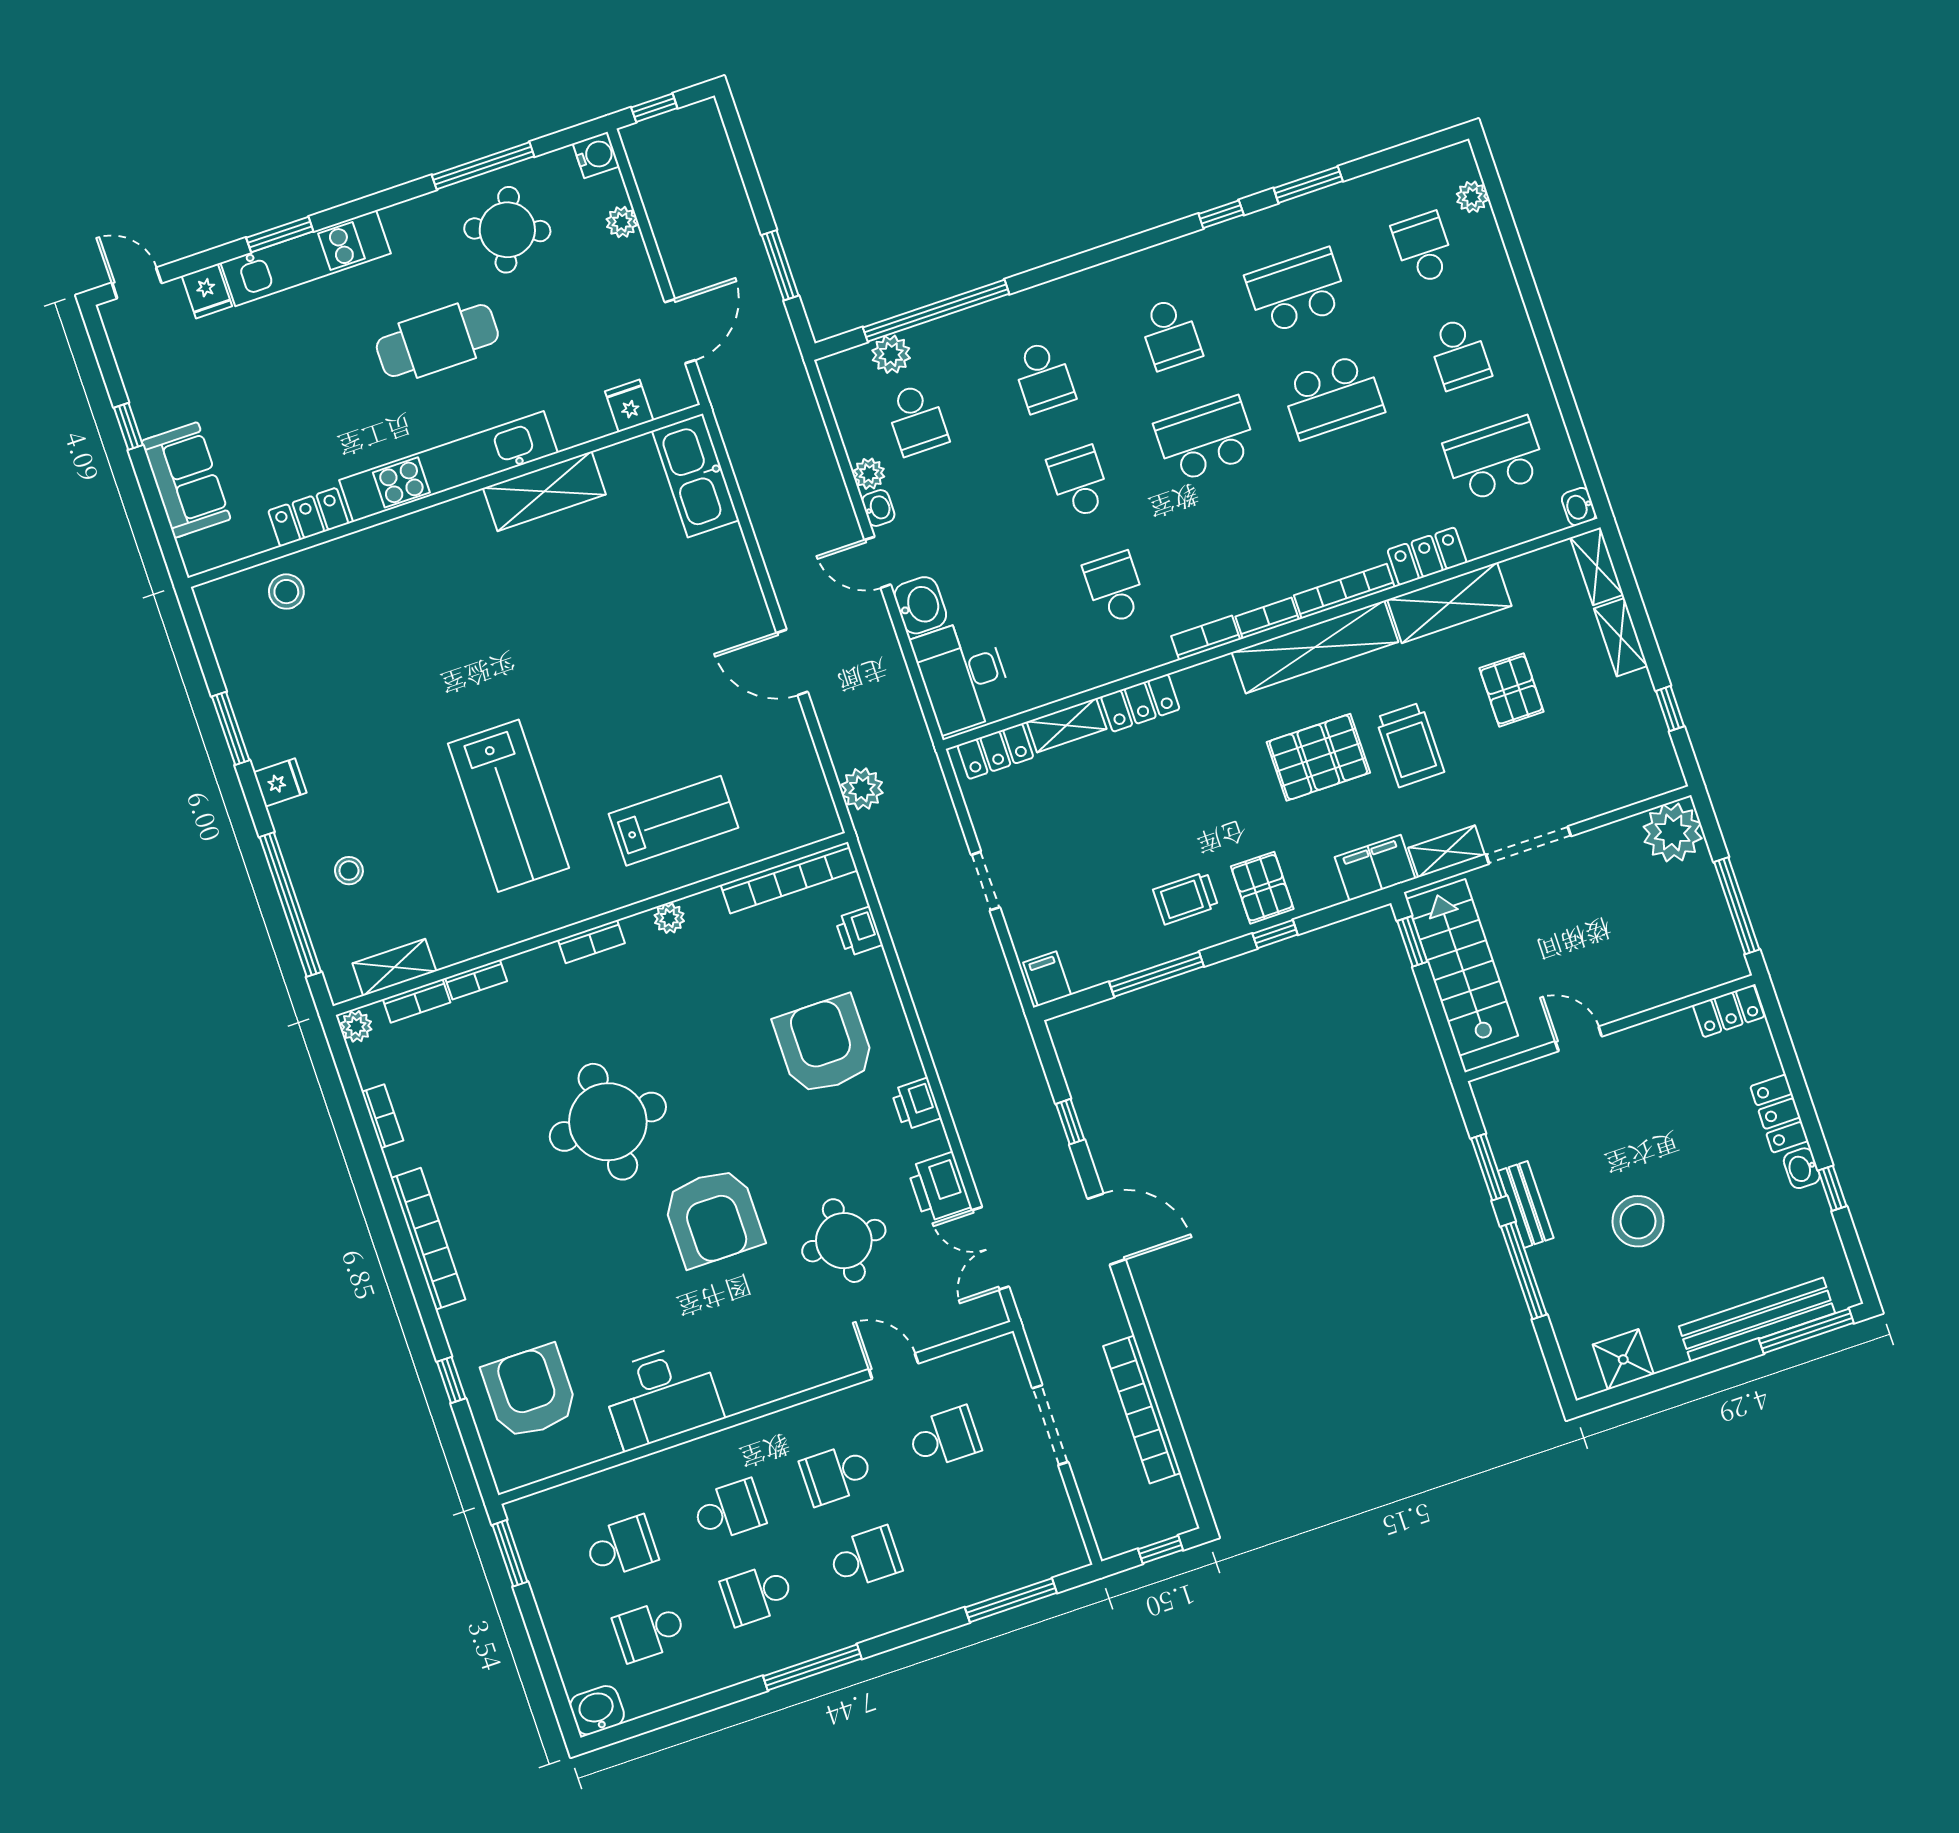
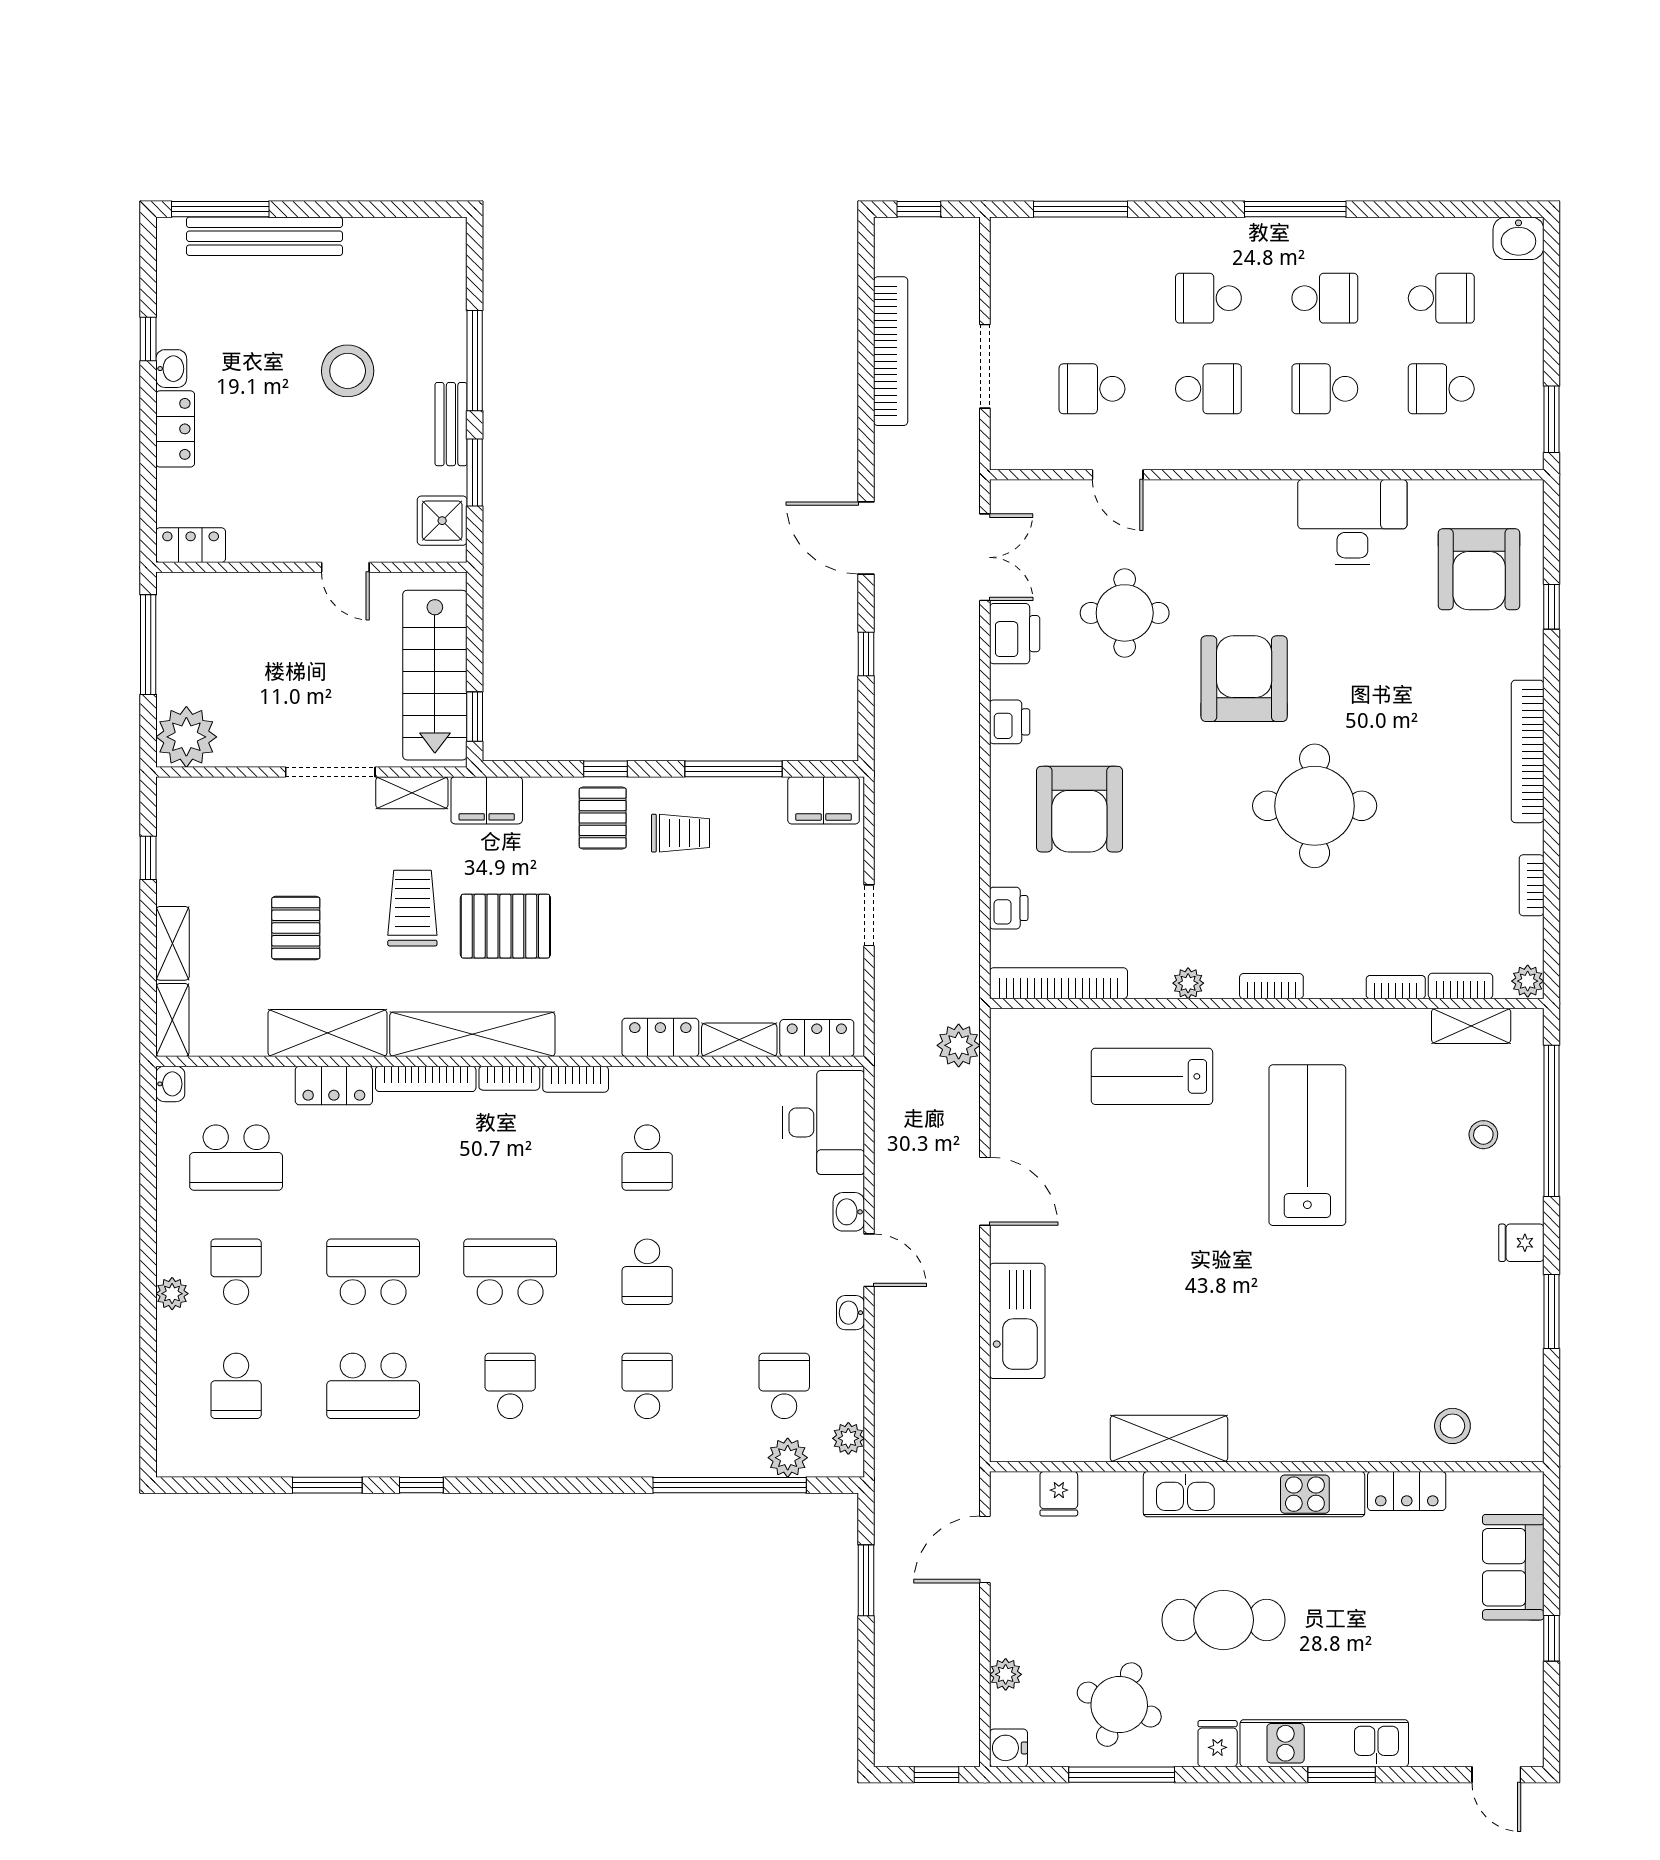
plant: (1472, 197) -> (172, 1294), moved
fridge: (207, 291) -> (1218, 1744), moved
school desk: (1206, 439) -> (510, 1272), turned 180
plant: (869, 474) -> (848, 1438), moved
kitchen sink: (696, 476) -> (1017, 1321), moved
washbasin: (920, 605) -> (849, 1212), width x0.72, depth x0.69
filing cabinet: (1047, 979) -> (824, 800), width x2.00
shower: (1623, 1359) -> (442, 521), moved

